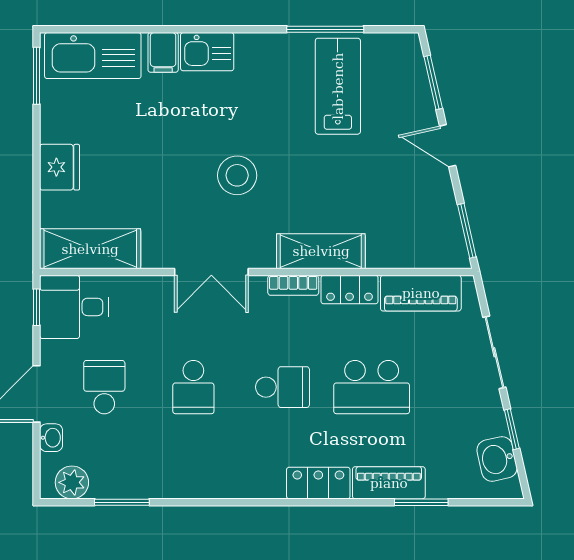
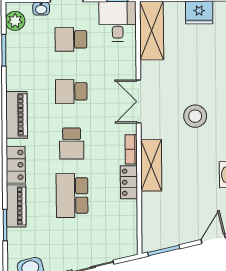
piano: (421, 293) -> (17, 115), moved, turned 180
school desk: (104, 387) -> (71, 39), turned 180

